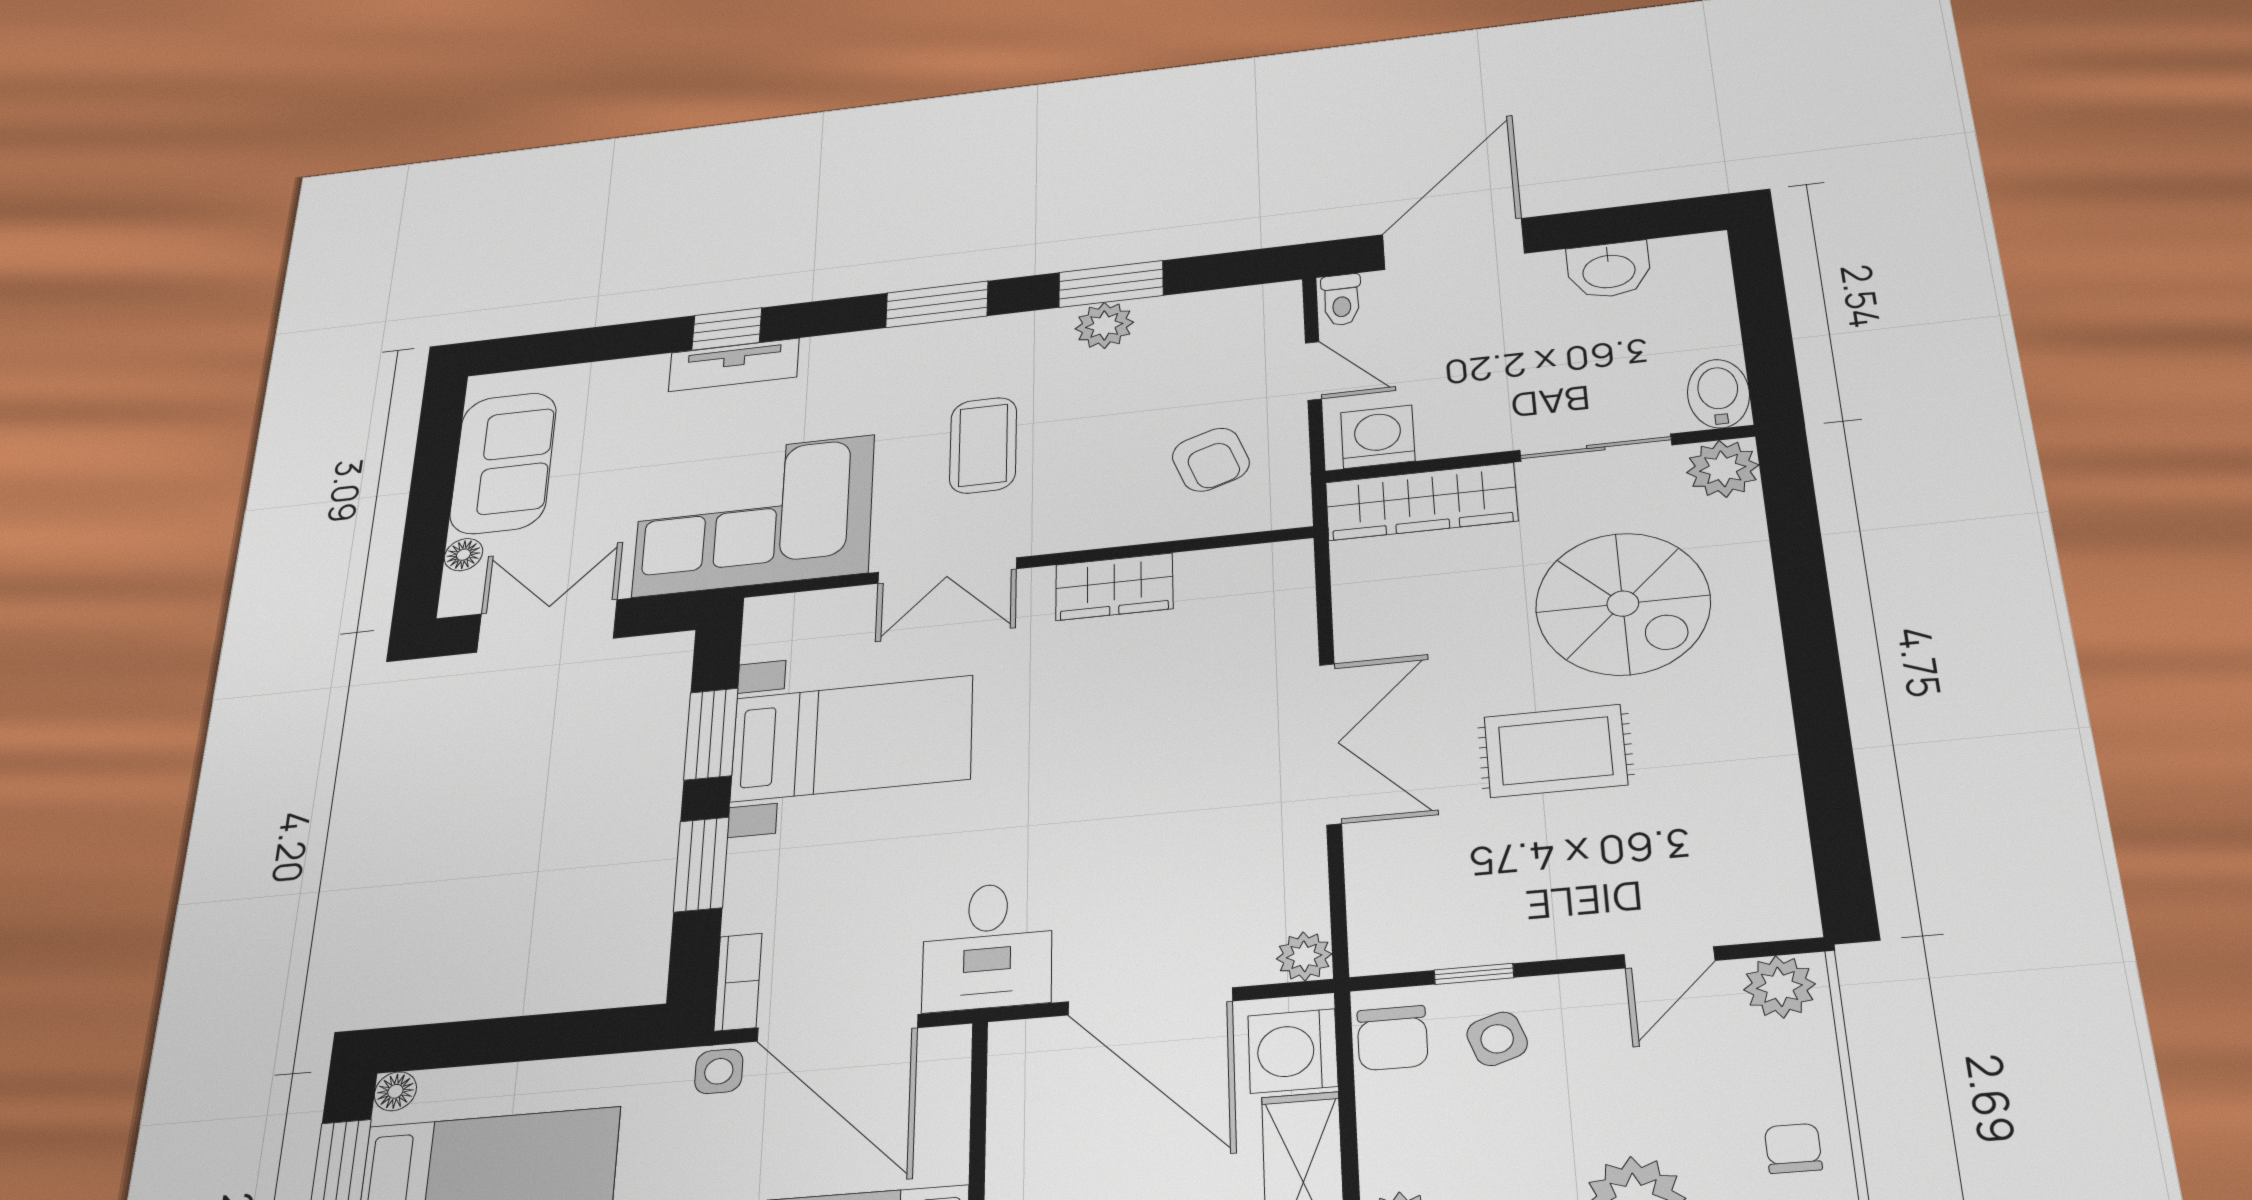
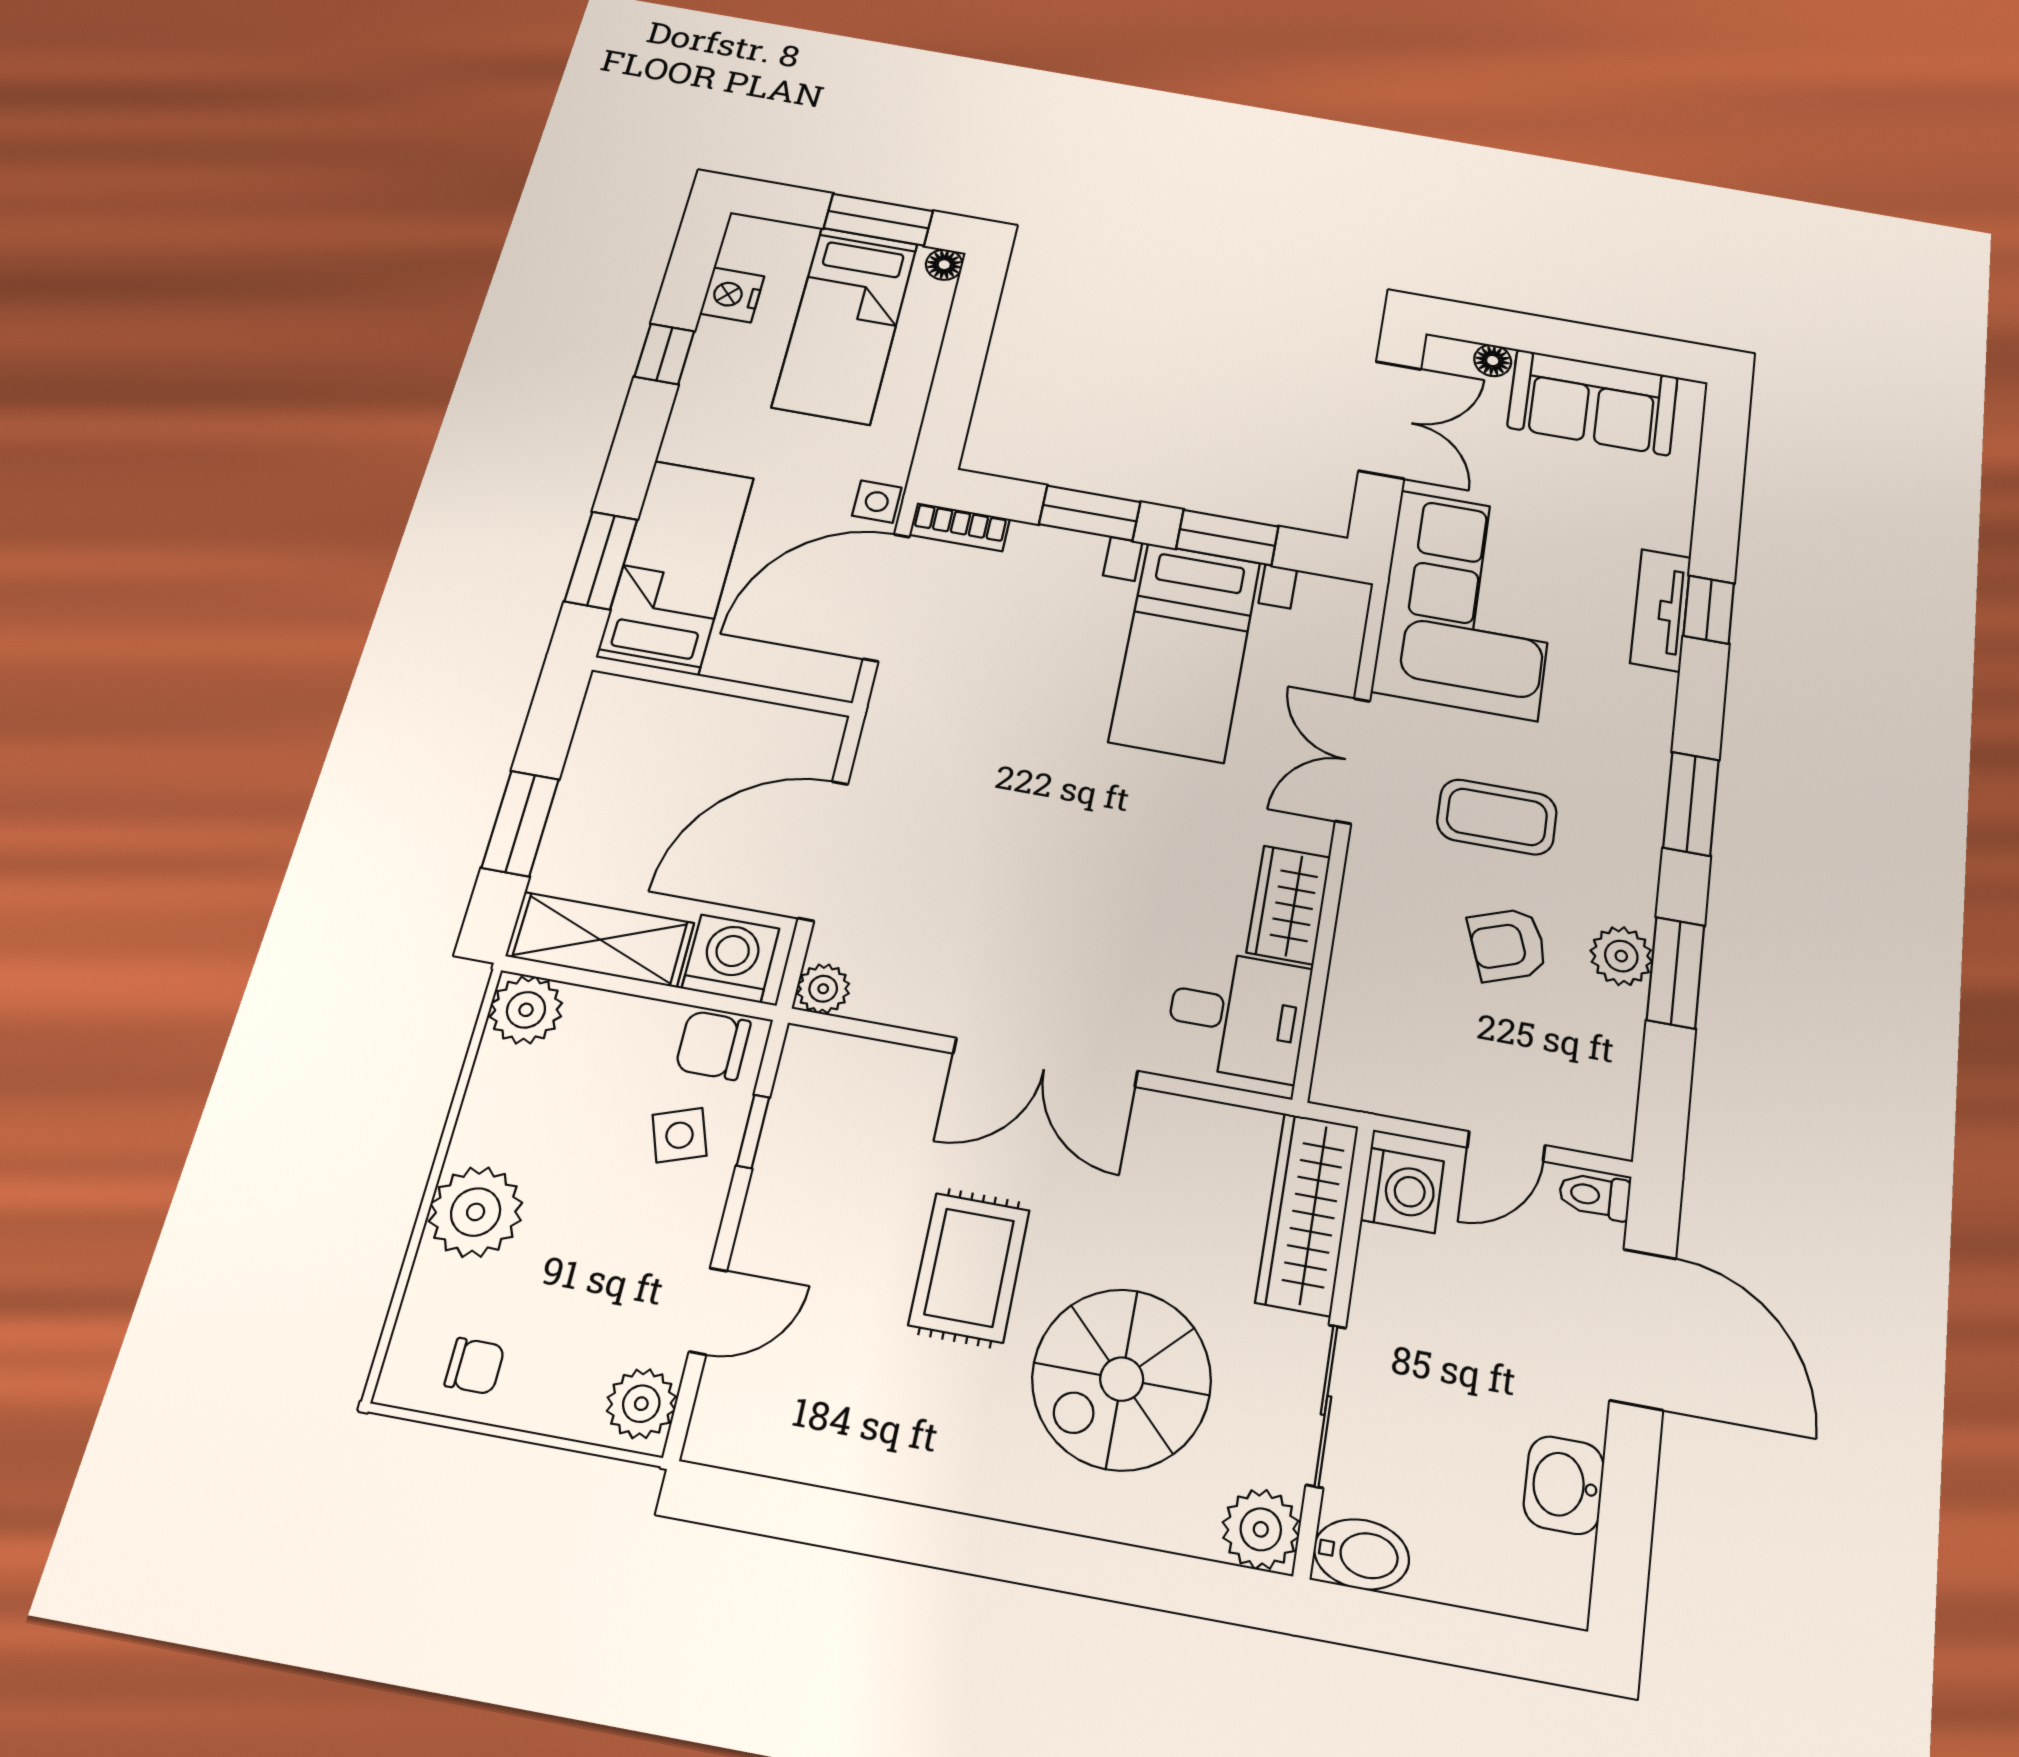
armchair: (1211, 460) -> (1508, 945), moved
desk: (987, 946) -> (1238, 1015), moved, turned 180
door: (1669, 957) -> (708, 1311), swing flipped

